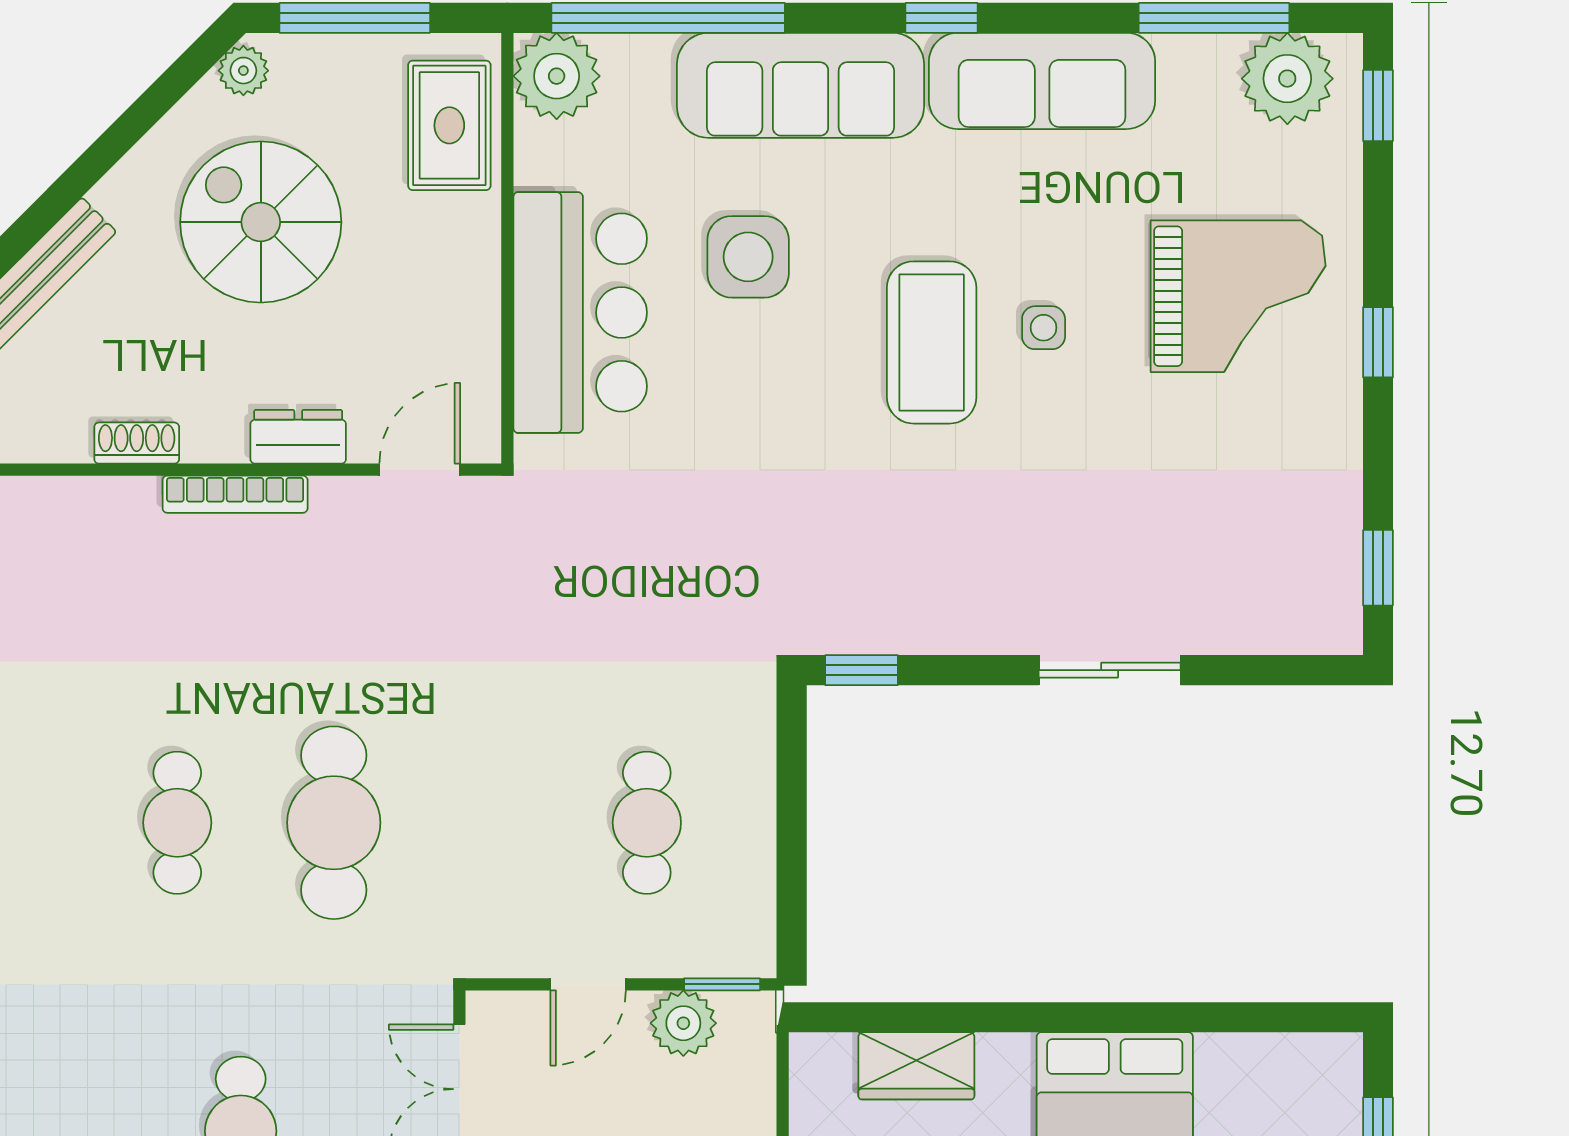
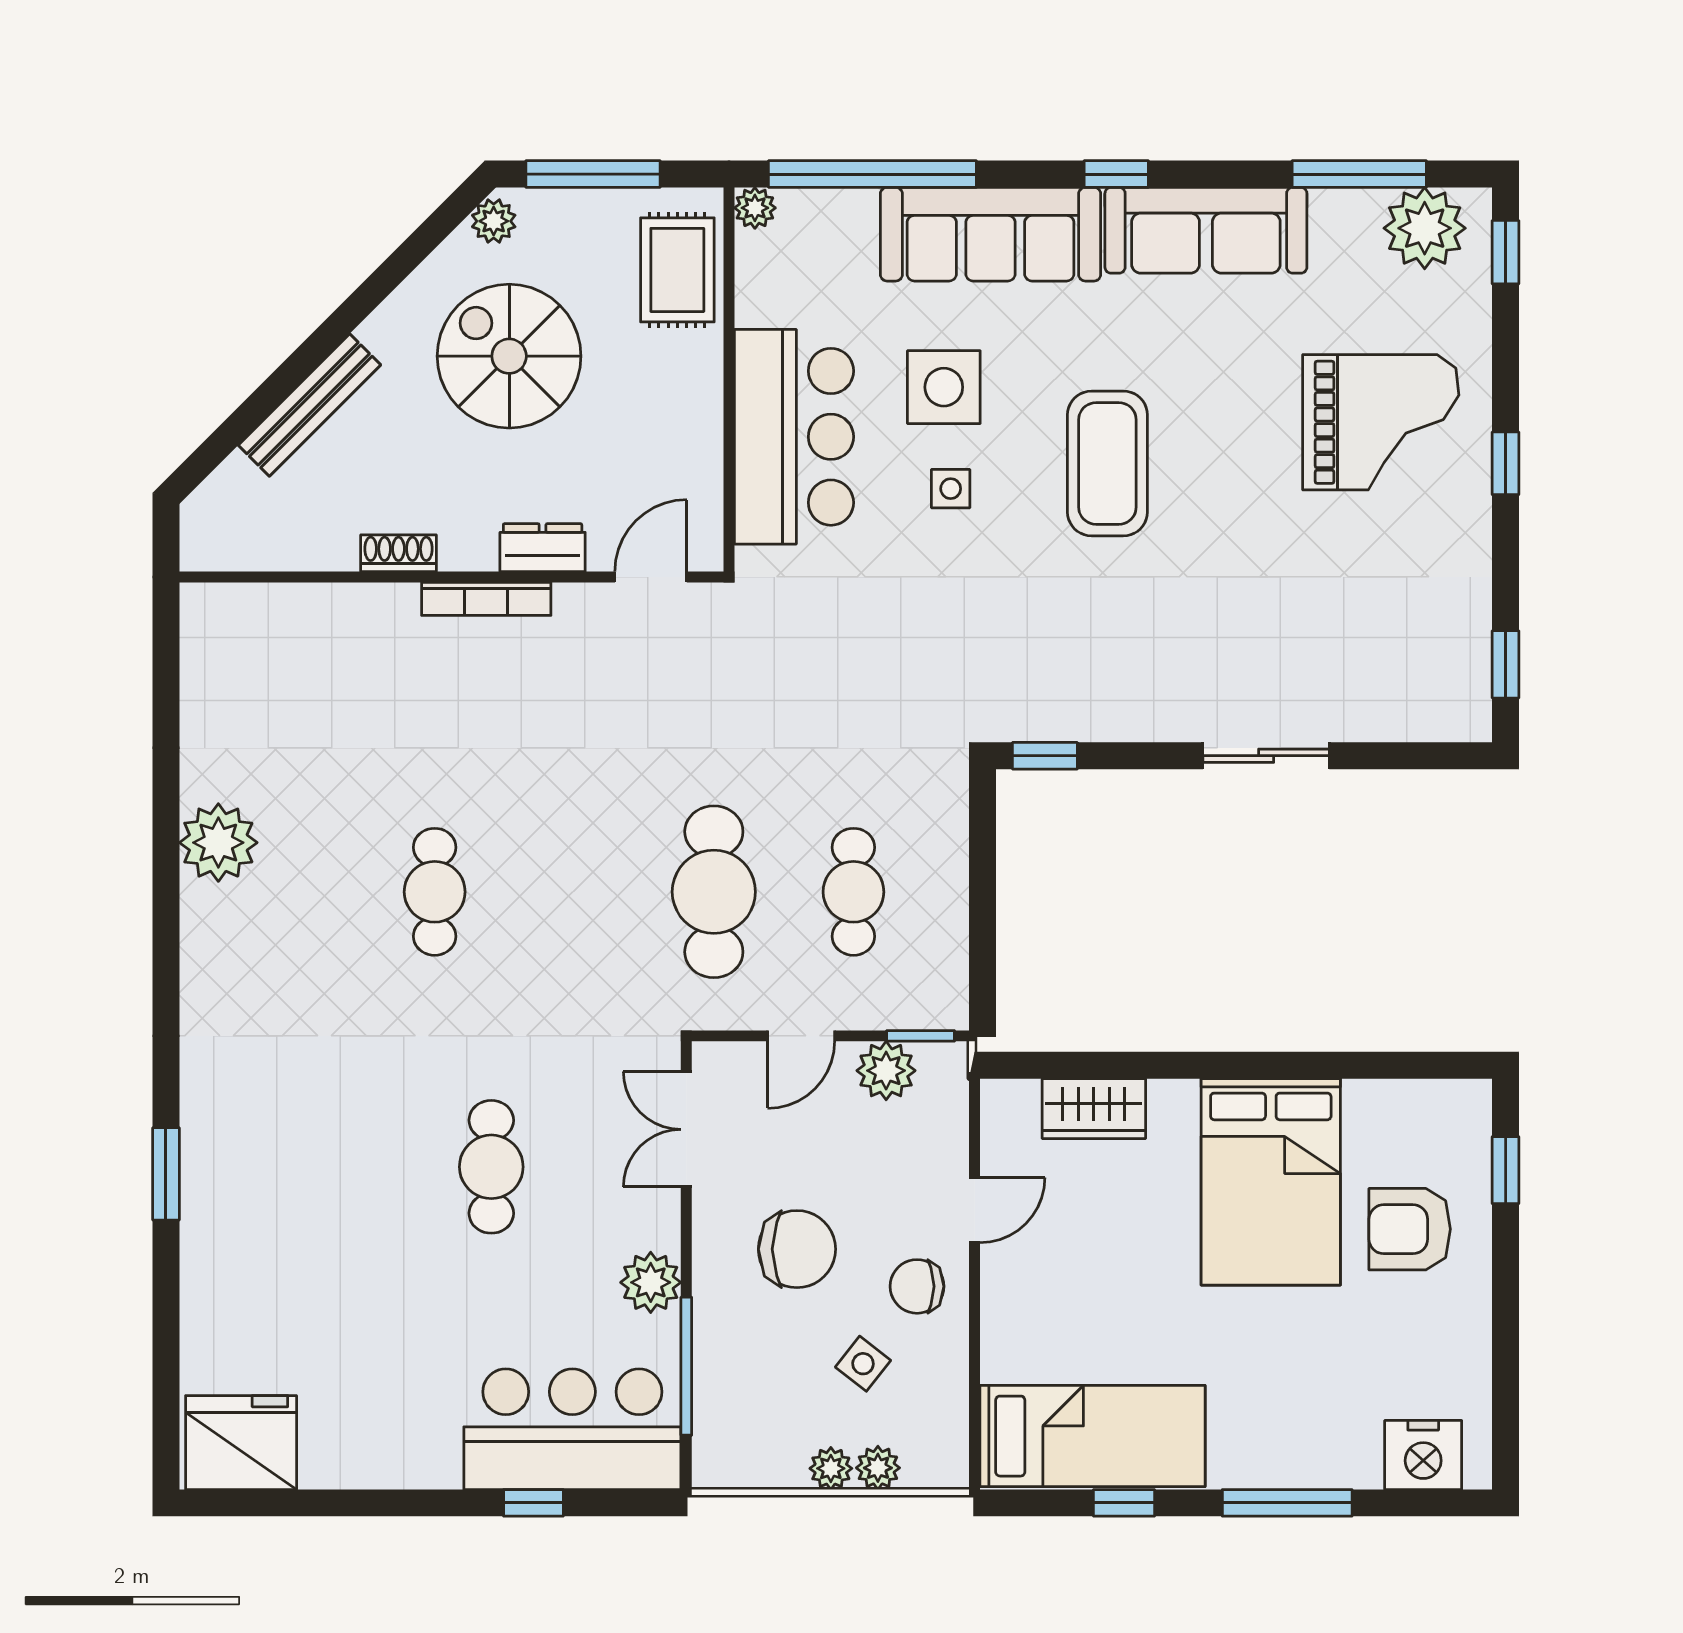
plant: (557, 76) -> (755, 208), width x0.53, depth x0.53
side table: (1044, 328) -> (951, 489), moved
cafe table: (334, 823) -> (714, 892), moved

